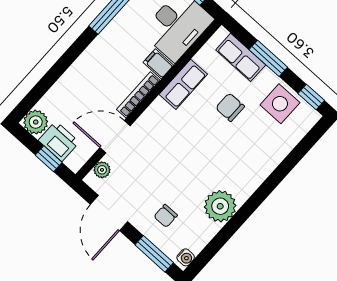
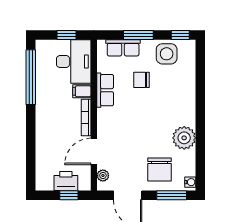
plant: (36, 122) -> (44, 182), removed
chair: (166, 216) -> (159, 169), width x1.87, depth x1.87

